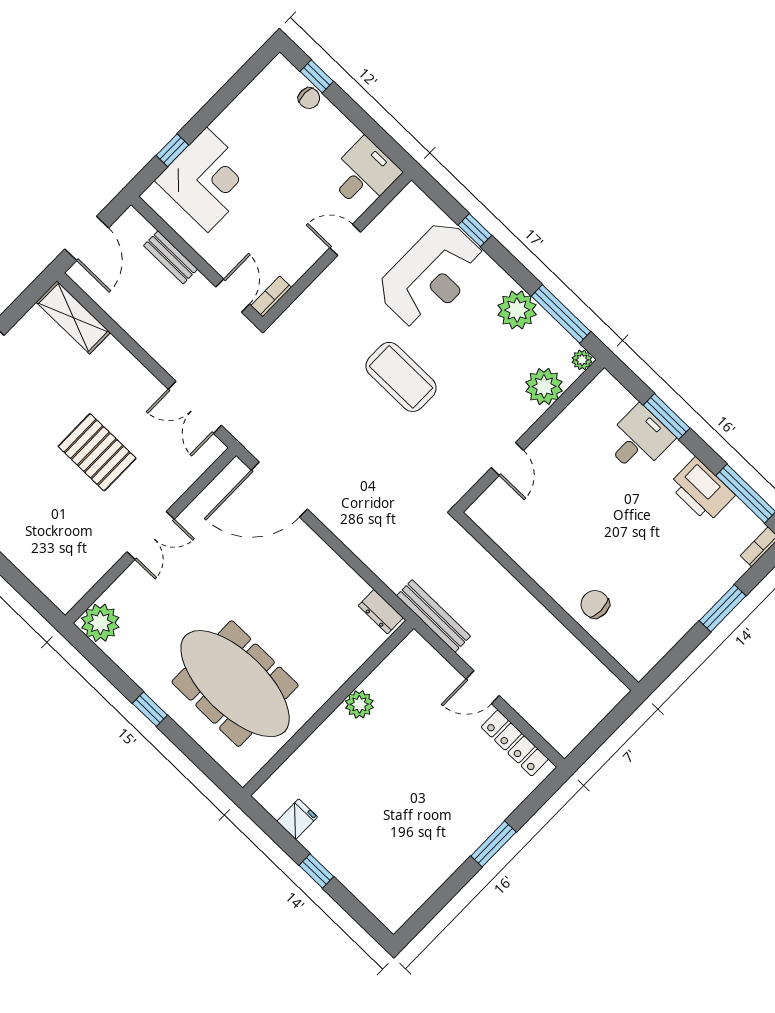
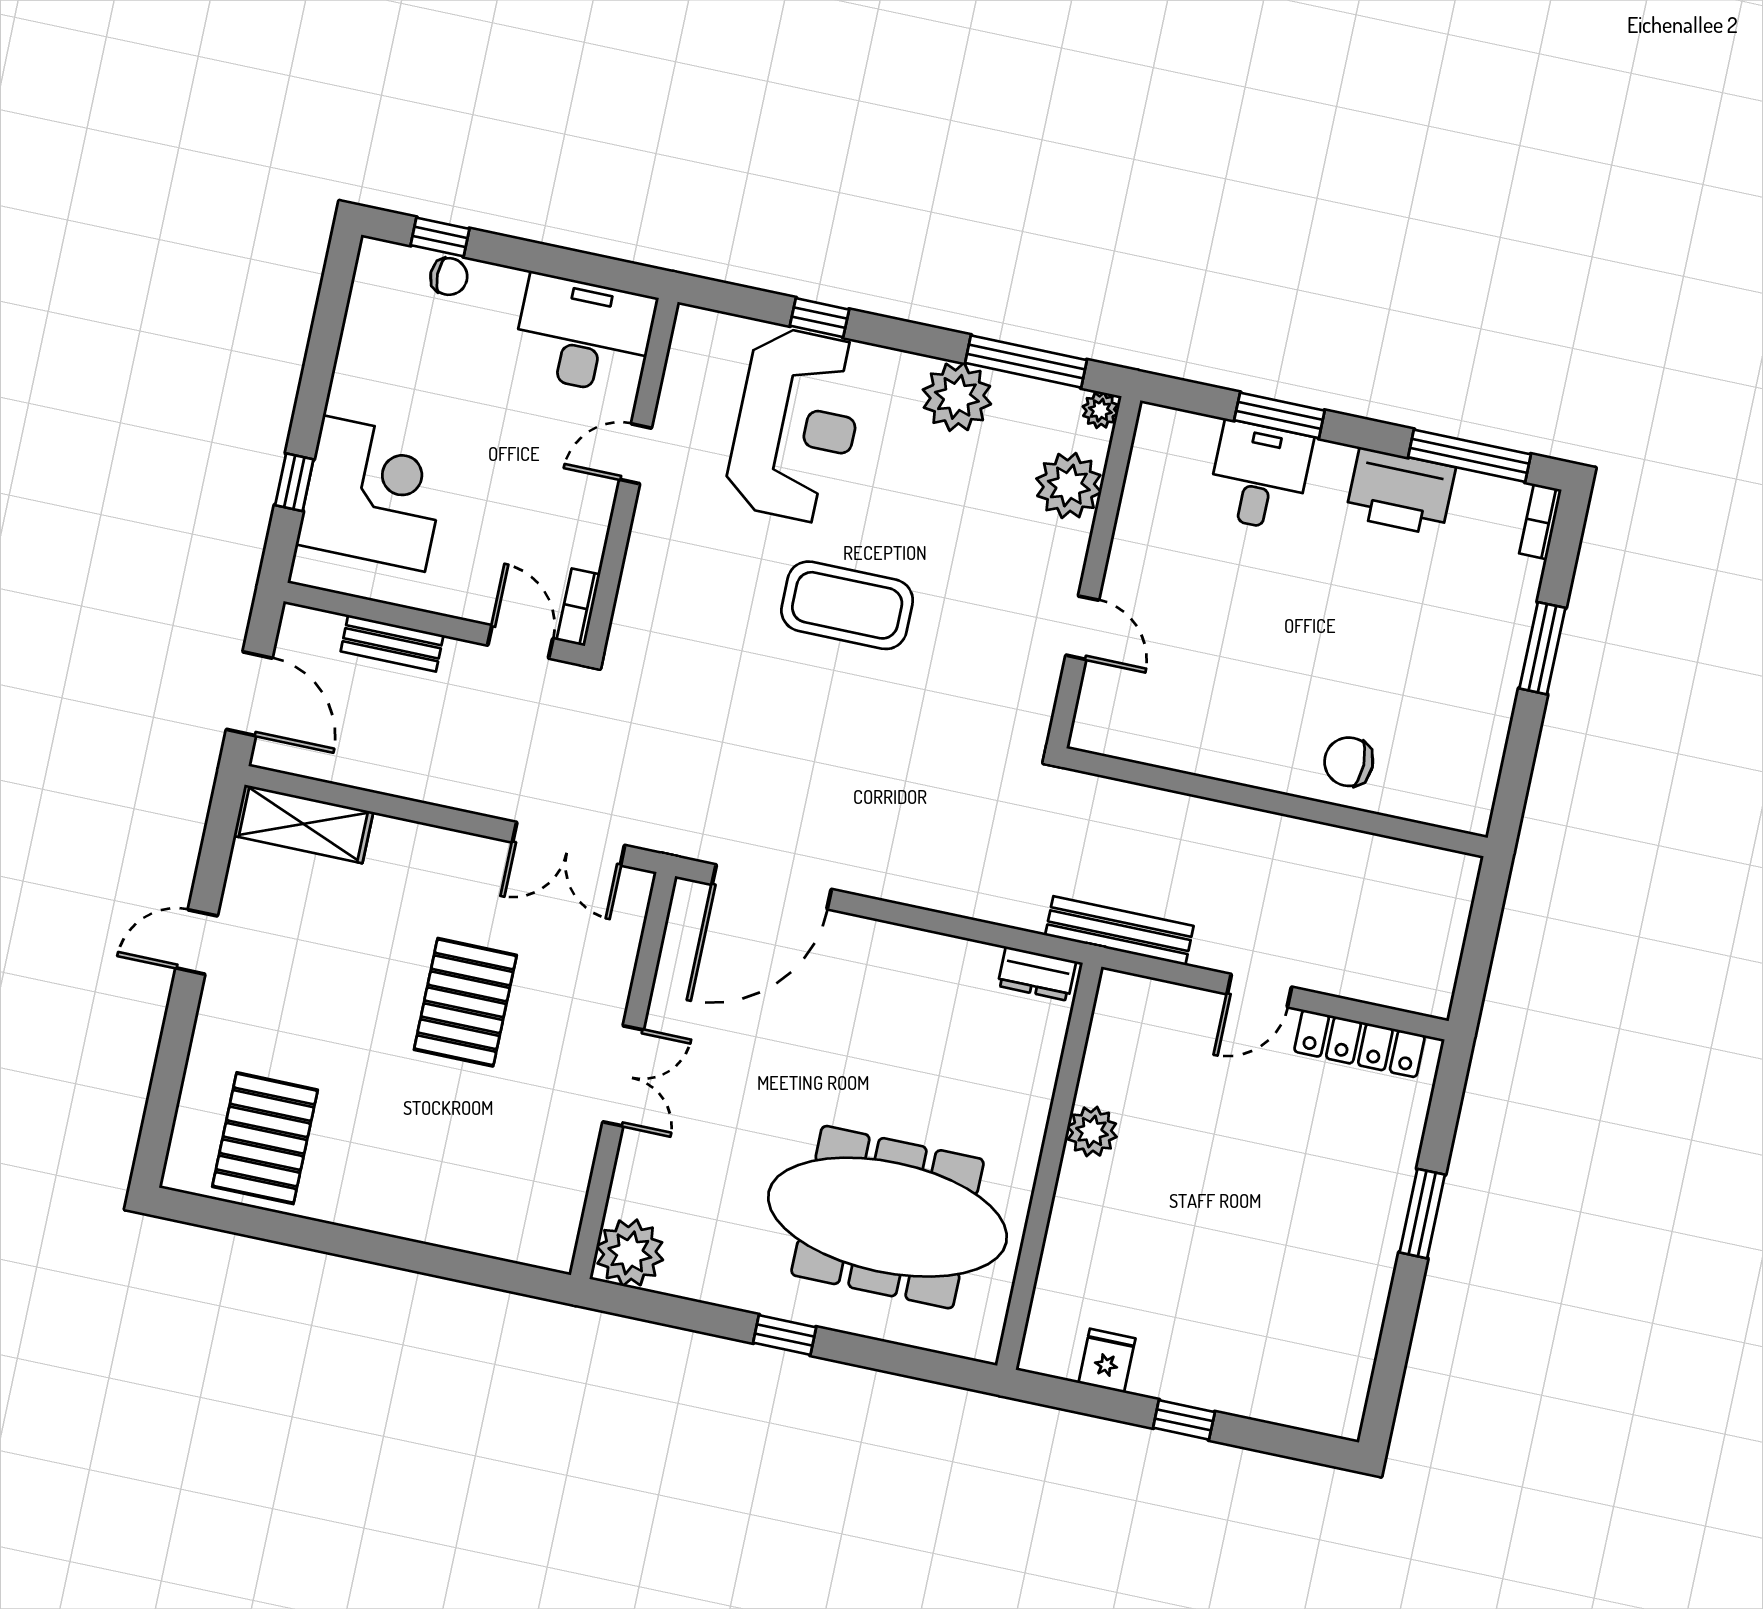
desk: (364, 174) -> (584, 335), width x1.37
pallet: (97, 452) -> (465, 1002), turned 90

